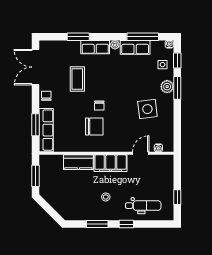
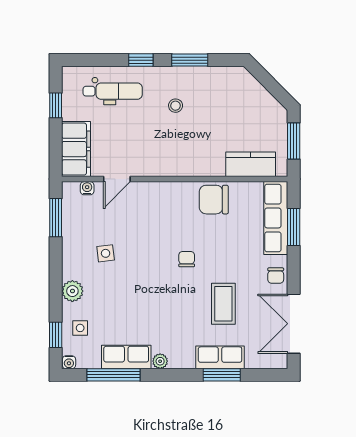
row of seats: (95, 47) -> (220, 357), moved
double door: (36, 67) -> (294, 324), swing flipped
window: (177, 88) -> (56, 218), moved
side table: (147, 109) -> (106, 253), width x0.54, depth x0.54
chair: (94, 126) -> (214, 200), moved
kitchen counter: (78, 162) -> (251, 164), moved
filing cabinet: (111, 163) -> (76, 149), moved, turned 90
dental chair: (143, 206) -> (113, 91), turned 180

